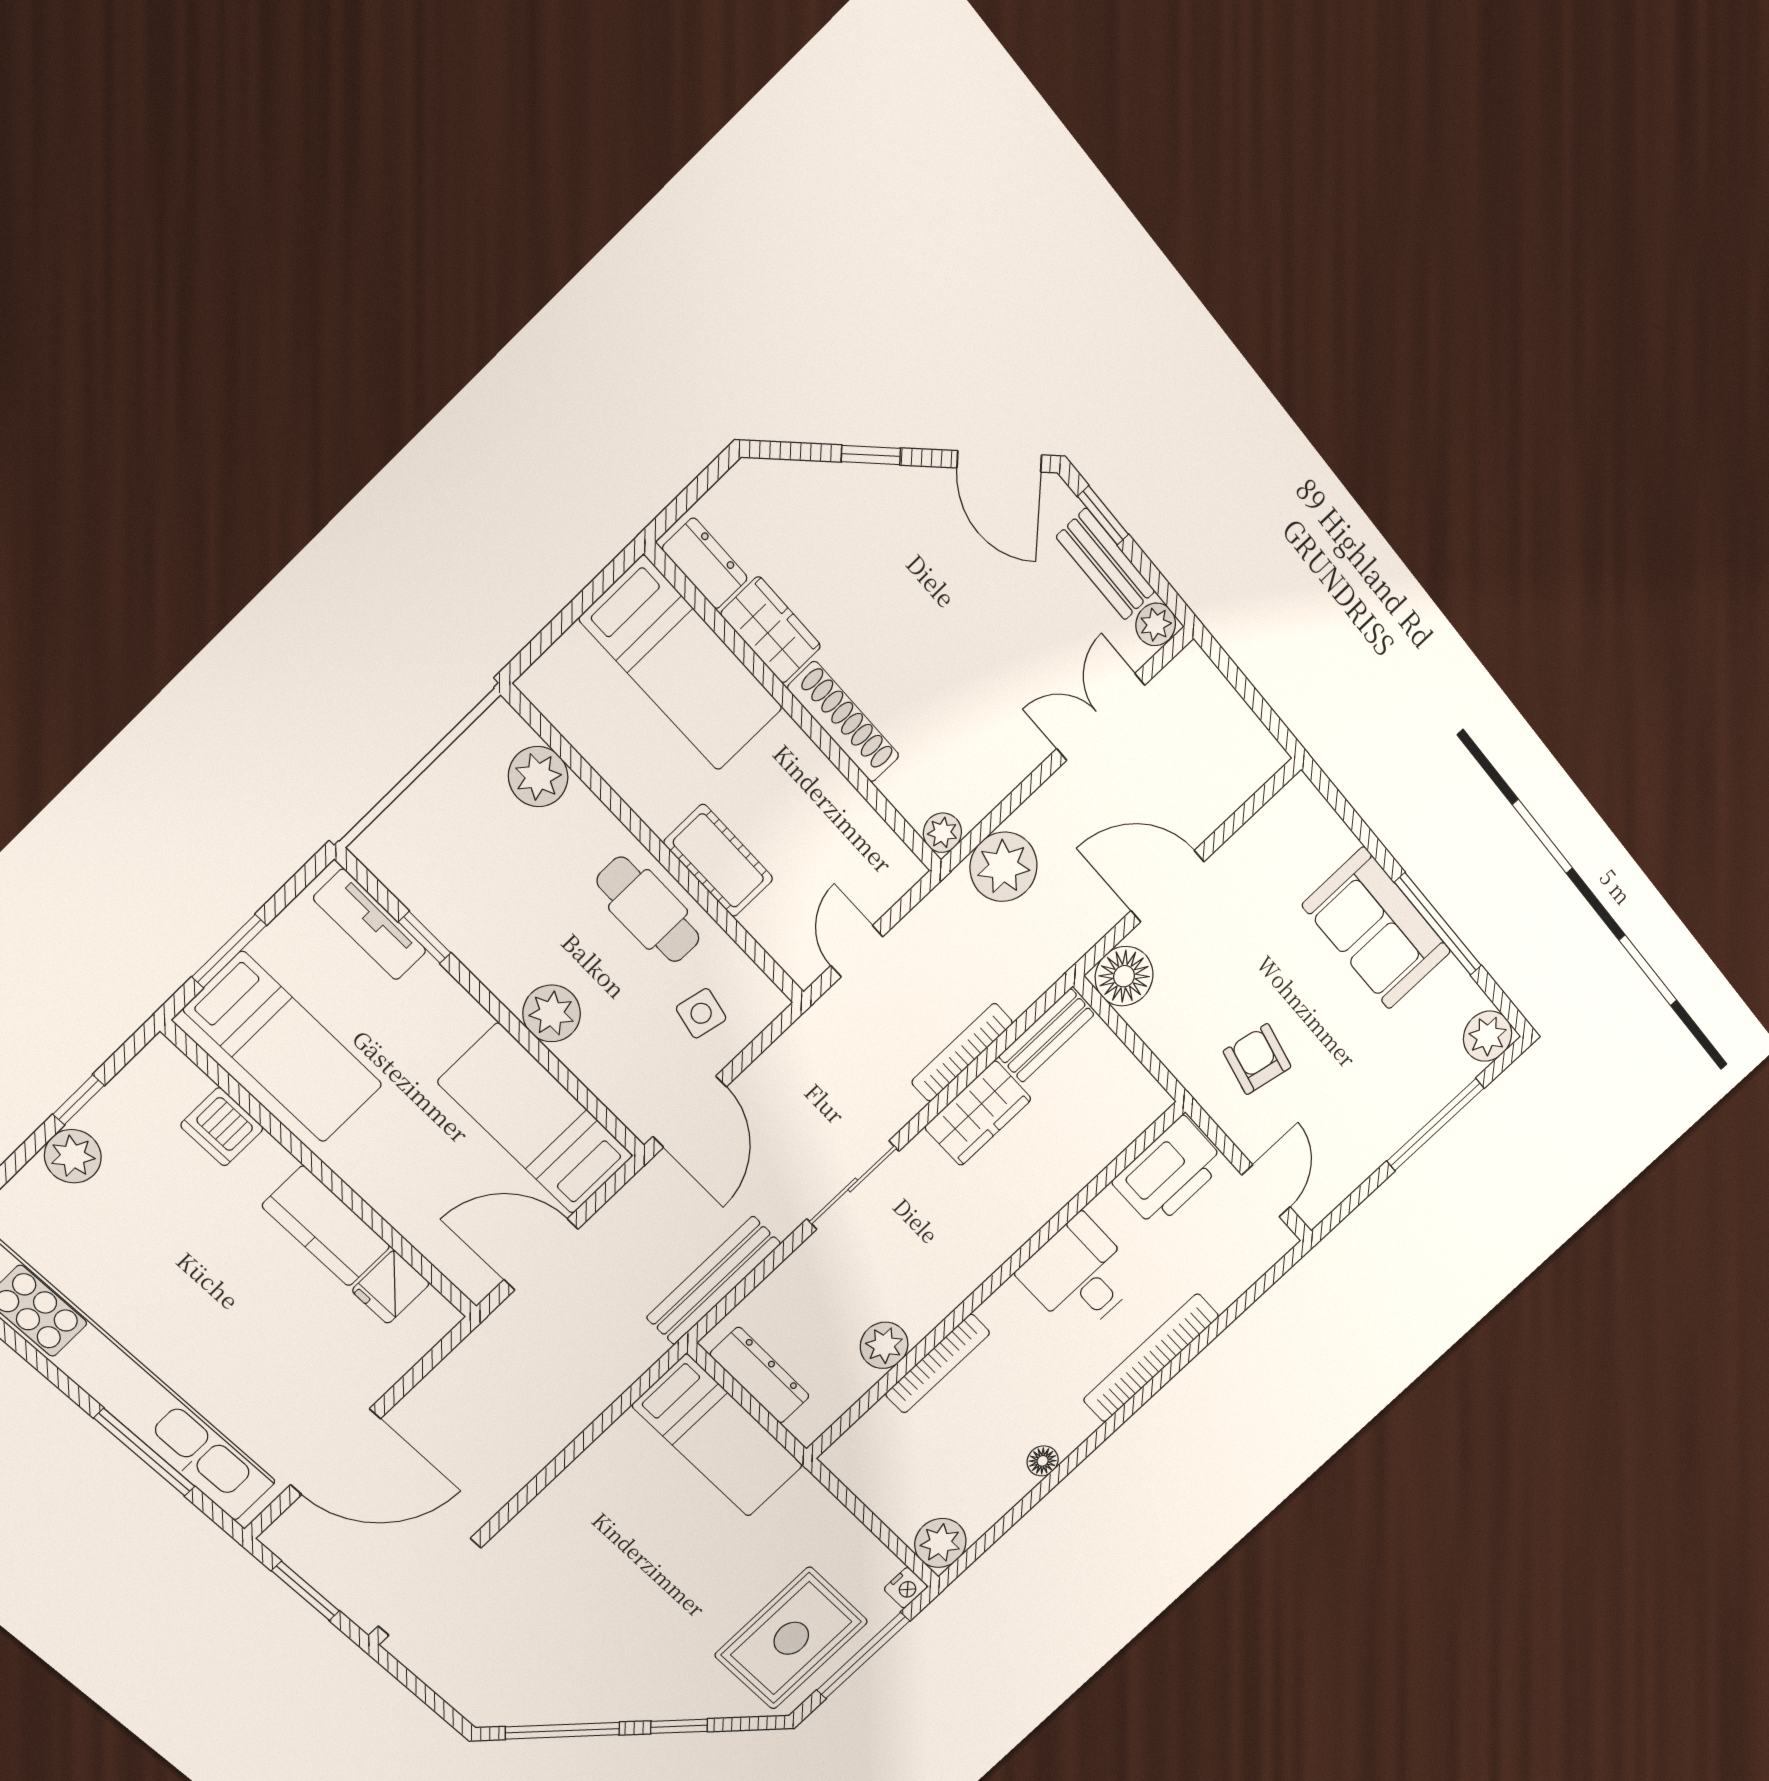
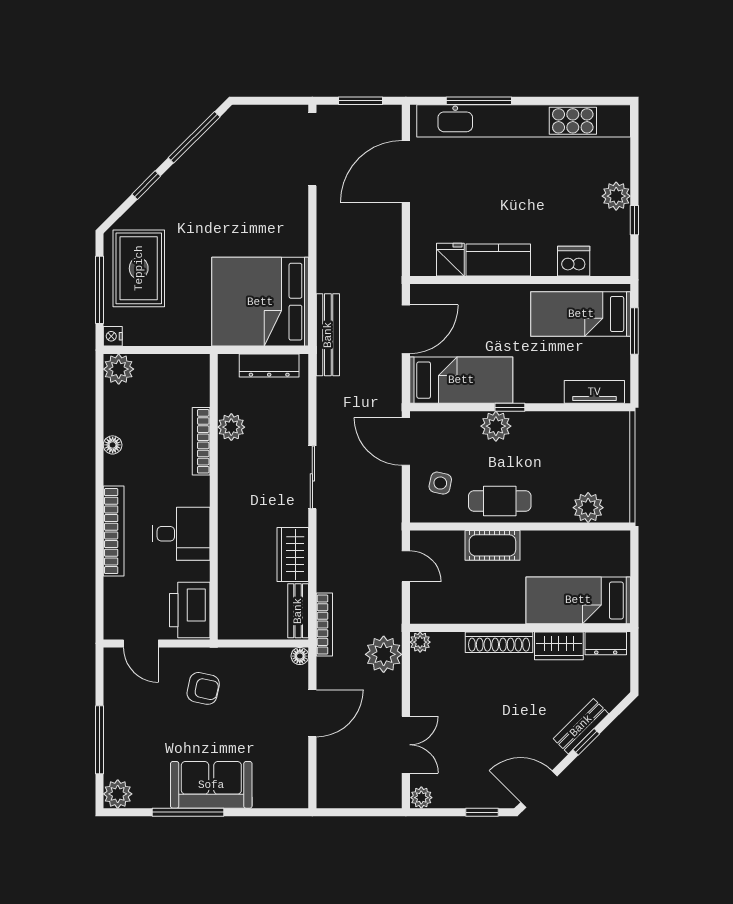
bench: (1106, 564) -> (581, 726), moved, turned -45
window: (425, 937) -> (510, 407), moved
floor lamp: (1124, 976) -> (300, 656), width x0.53, depth x0.53
bookcase: (962, 1052) -> (324, 625), moved
bench: (713, 1281) -> (328, 335), moved
bed: (718, 1436) -> (260, 302), width x2.04

